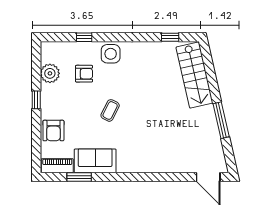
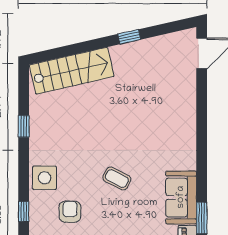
window: (170, 37) -> (24, 126), moved
window: (221, 120) -> (129, 37), width x0.46

